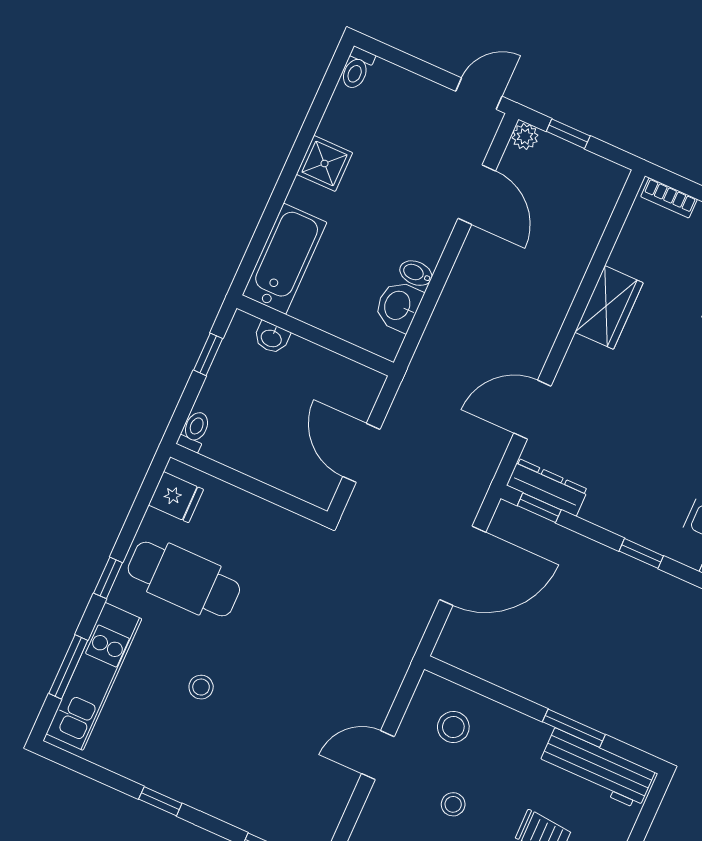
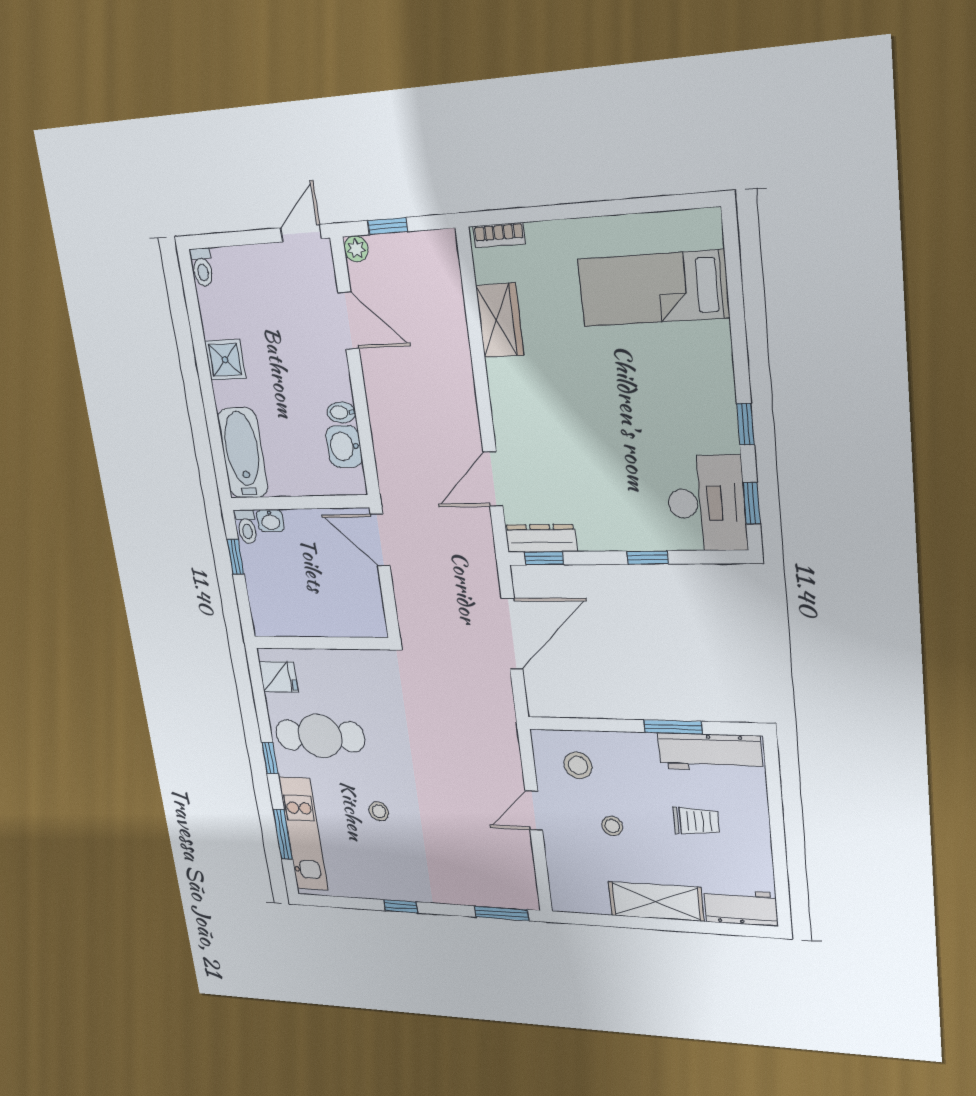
wardrobe: (609, 307) -> (500, 320), moved
toilet: (194, 431) -> (247, 527), moved, turned 180
door: (361, 453) -> (380, 540), moved

